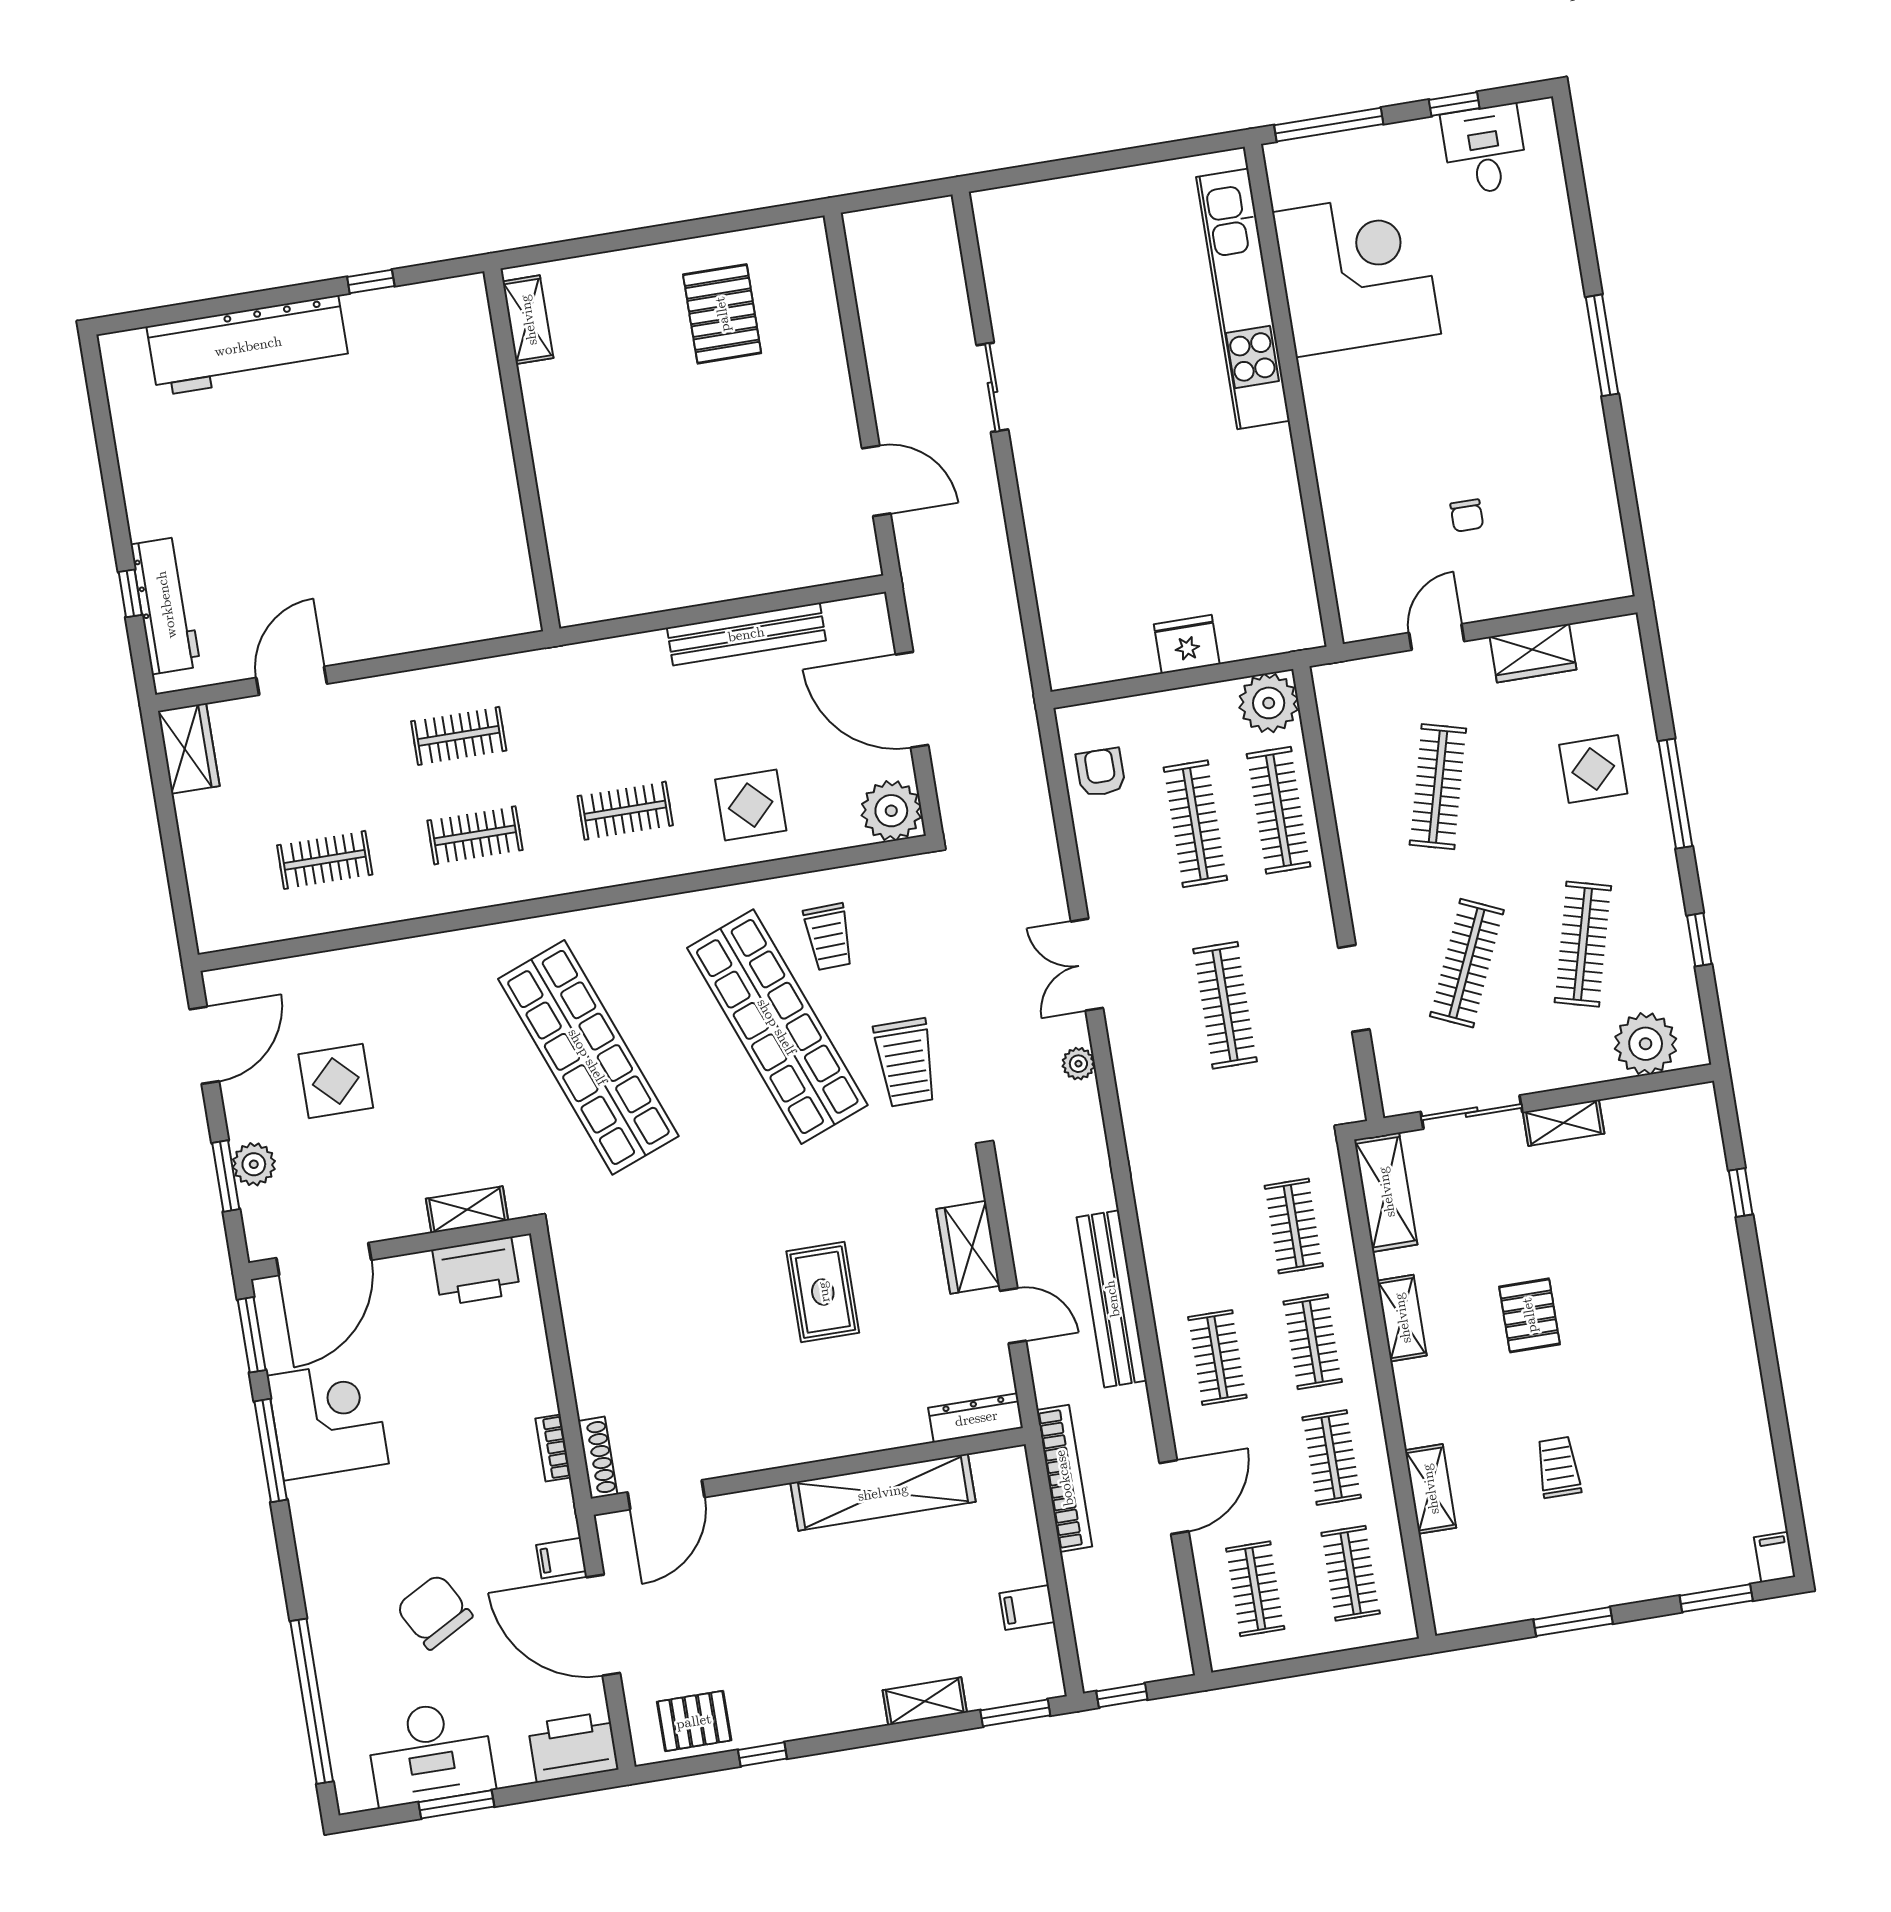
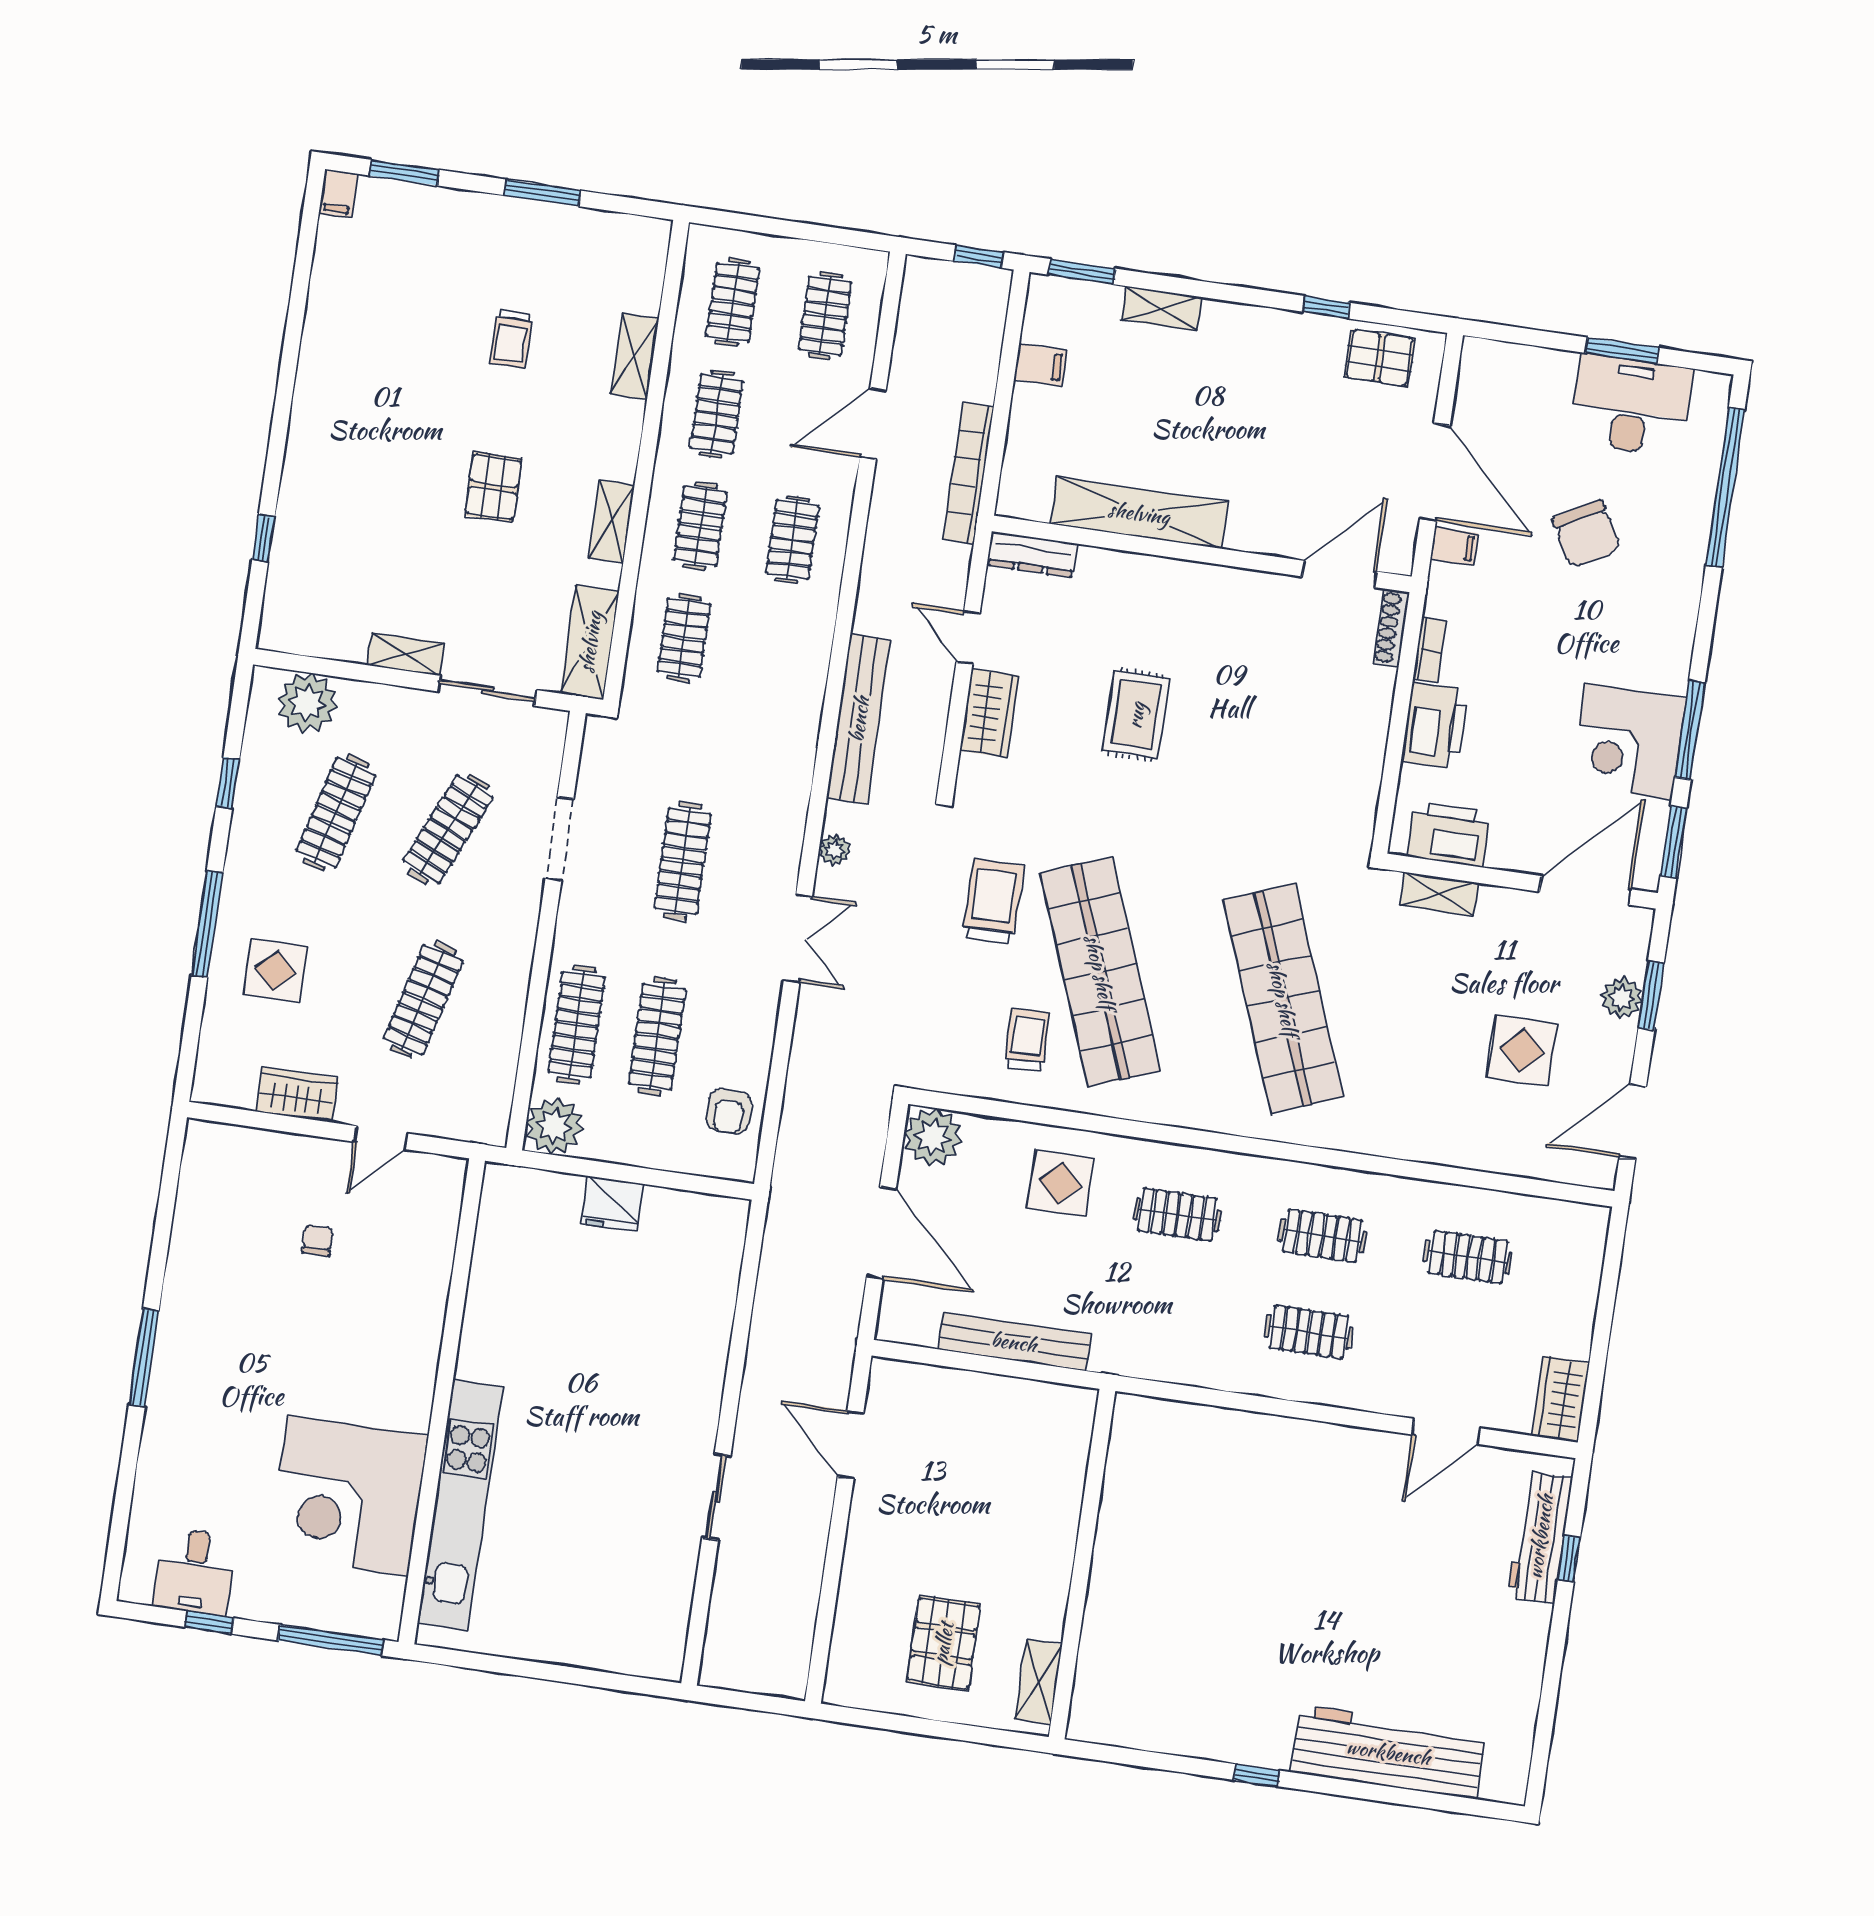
shelving: (528, 320) -> (1039, 1682), moved
wall: (522, 450) -> (1082, 1564), moved
bench: (1112, 1299) -> (859, 719), moved
printer: (573, 1747) -> (1435, 725), moved, turned -90

